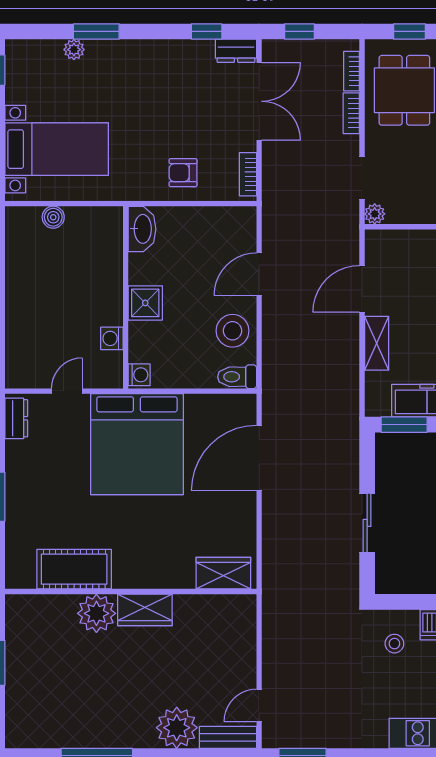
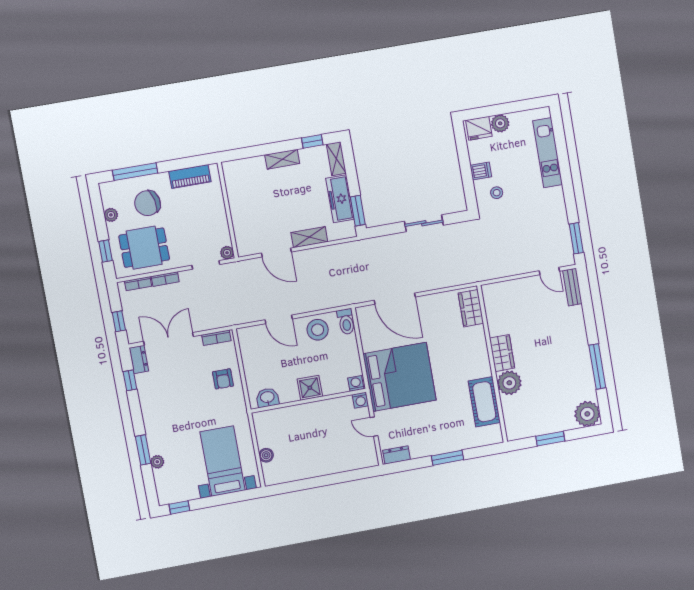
washbasin: (142, 229) -> (267, 398), width x0.72
washing machine: (112, 338) -> (360, 400), moved
plant: (177, 728) -> (587, 414), moved

